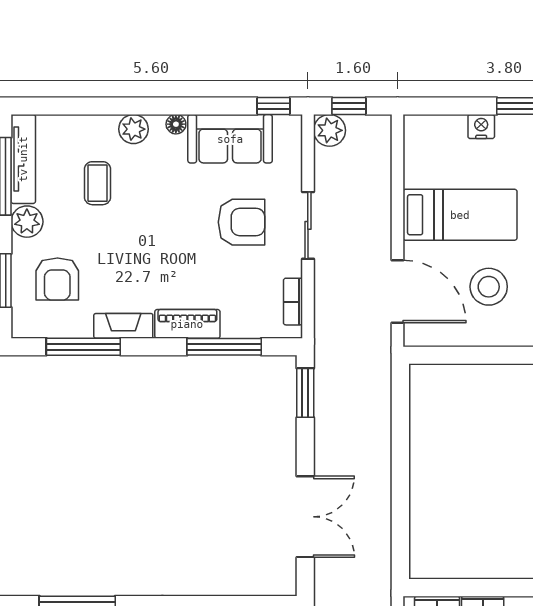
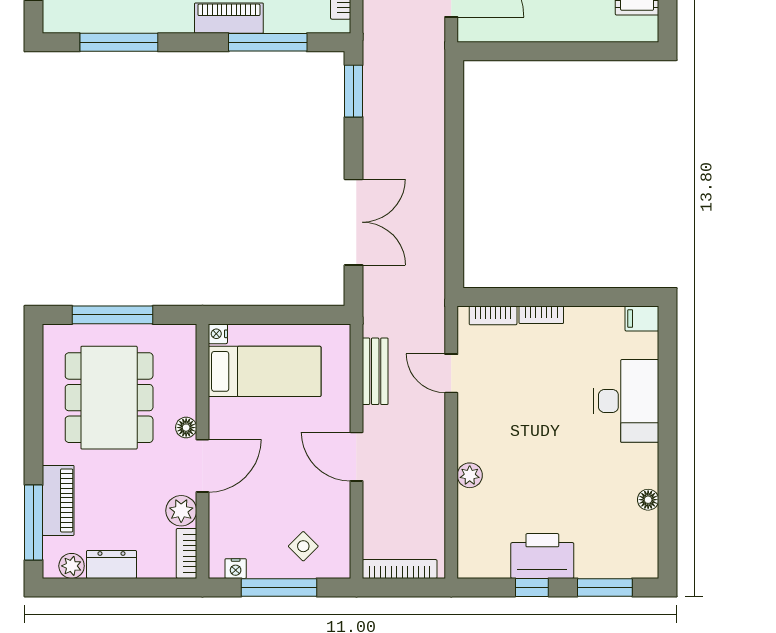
fireplace: (123, 326) -> (161, 20), removed

